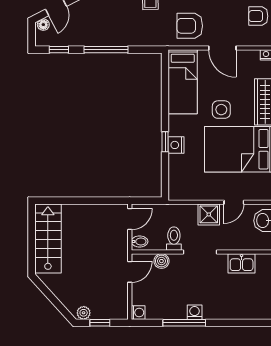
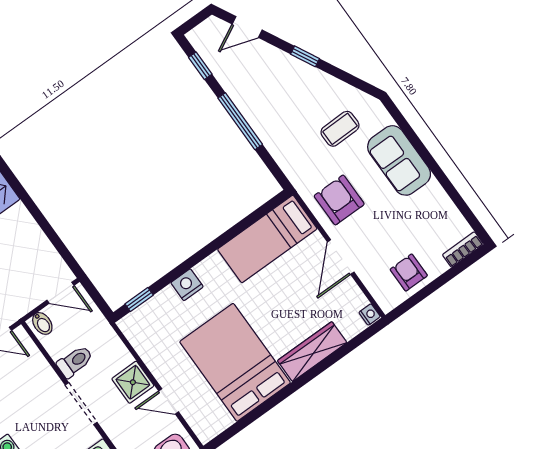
floor lamp: (43, 25) -> (217, 26), removed
side table: (221, 110) -> (267, 308), removed
window: (165, 142) -> (139, 299), moved
boiler: (161, 261) -> (38, 366), removed

